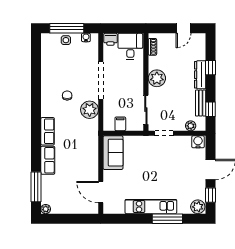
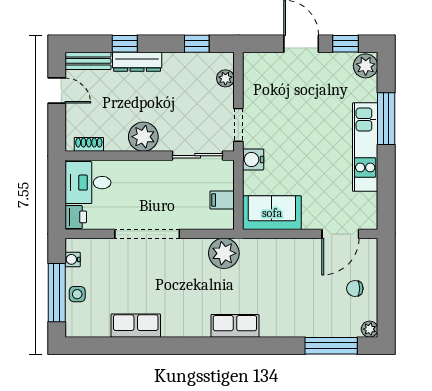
chair: (67, 95) -> (355, 288), moved
bench: (201, 103) -> (88, 61), moved
plant: (90, 110) -> (224, 253), moved
water cooler: (198, 142) -> (253, 159), moved
row of seats: (48, 160) -> (136, 326), moved

